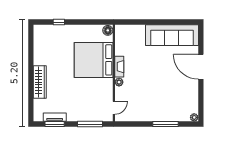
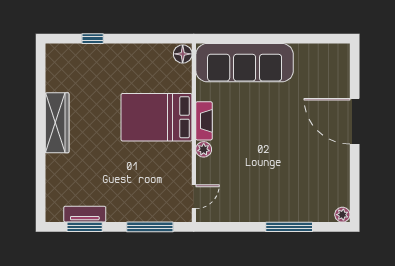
sofa: (172, 35) -> (245, 63), moved
bed: (94, 60) -> (157, 117), width x0.73
wardrobe: (40, 82) -> (57, 123), moved

